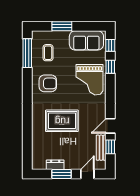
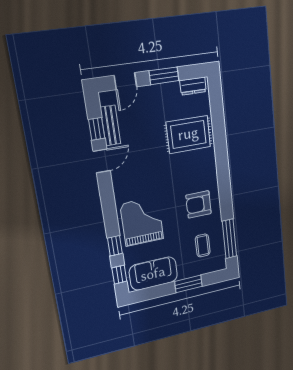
rug: (62, 121) -> (188, 134), moved
dresser: (55, 165) -> (193, 86), moved

